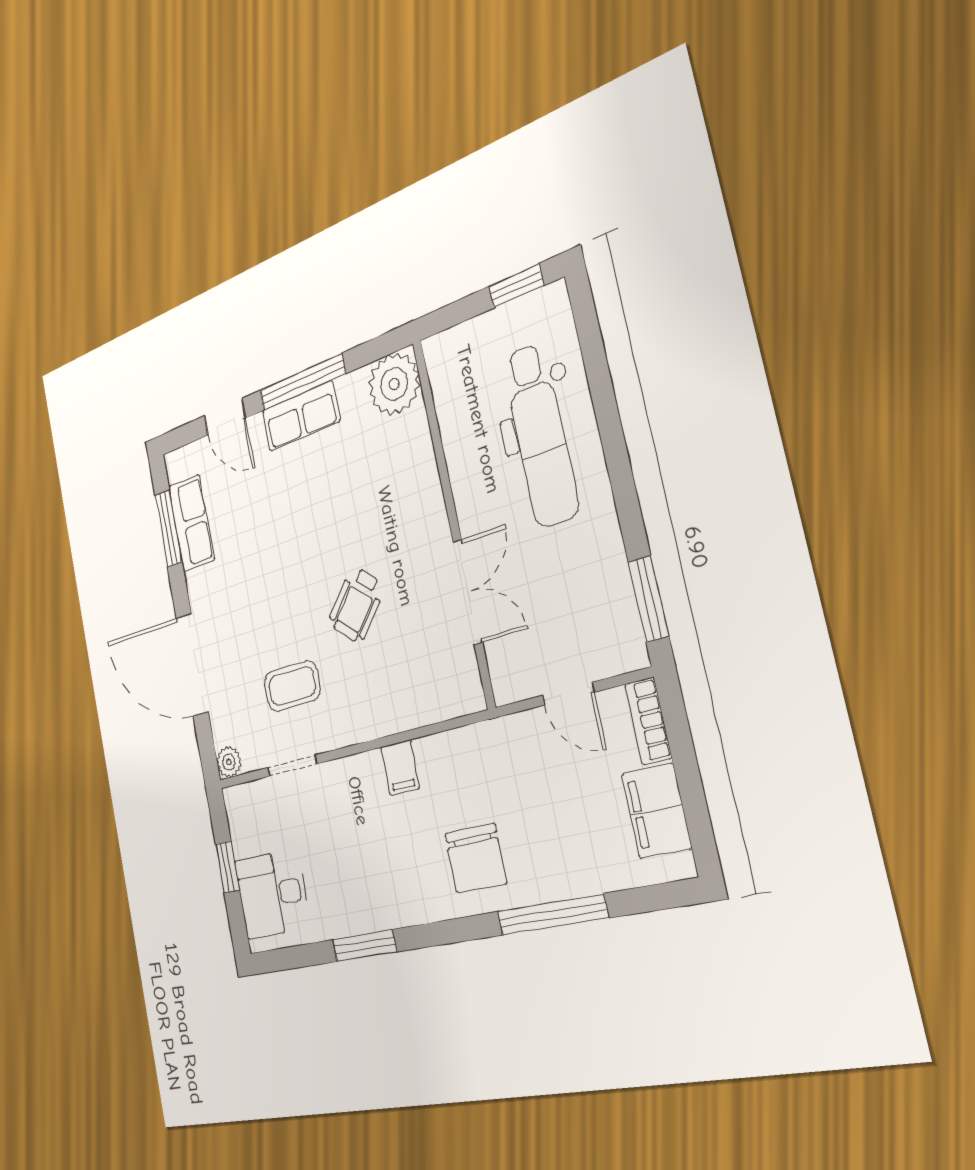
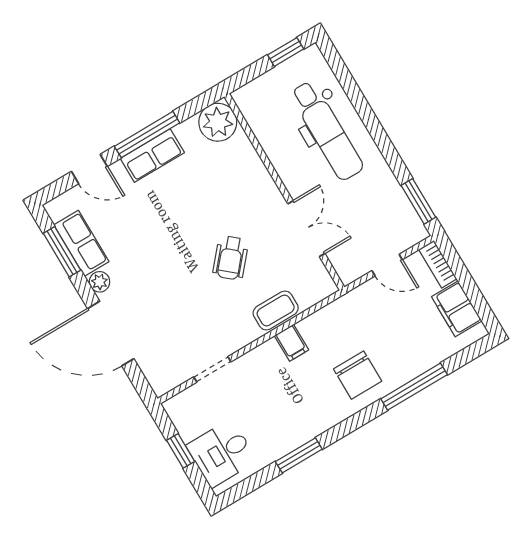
coffee table: (292, 686) -> (276, 310), moved
plant: (229, 762) -> (100, 282), moved

